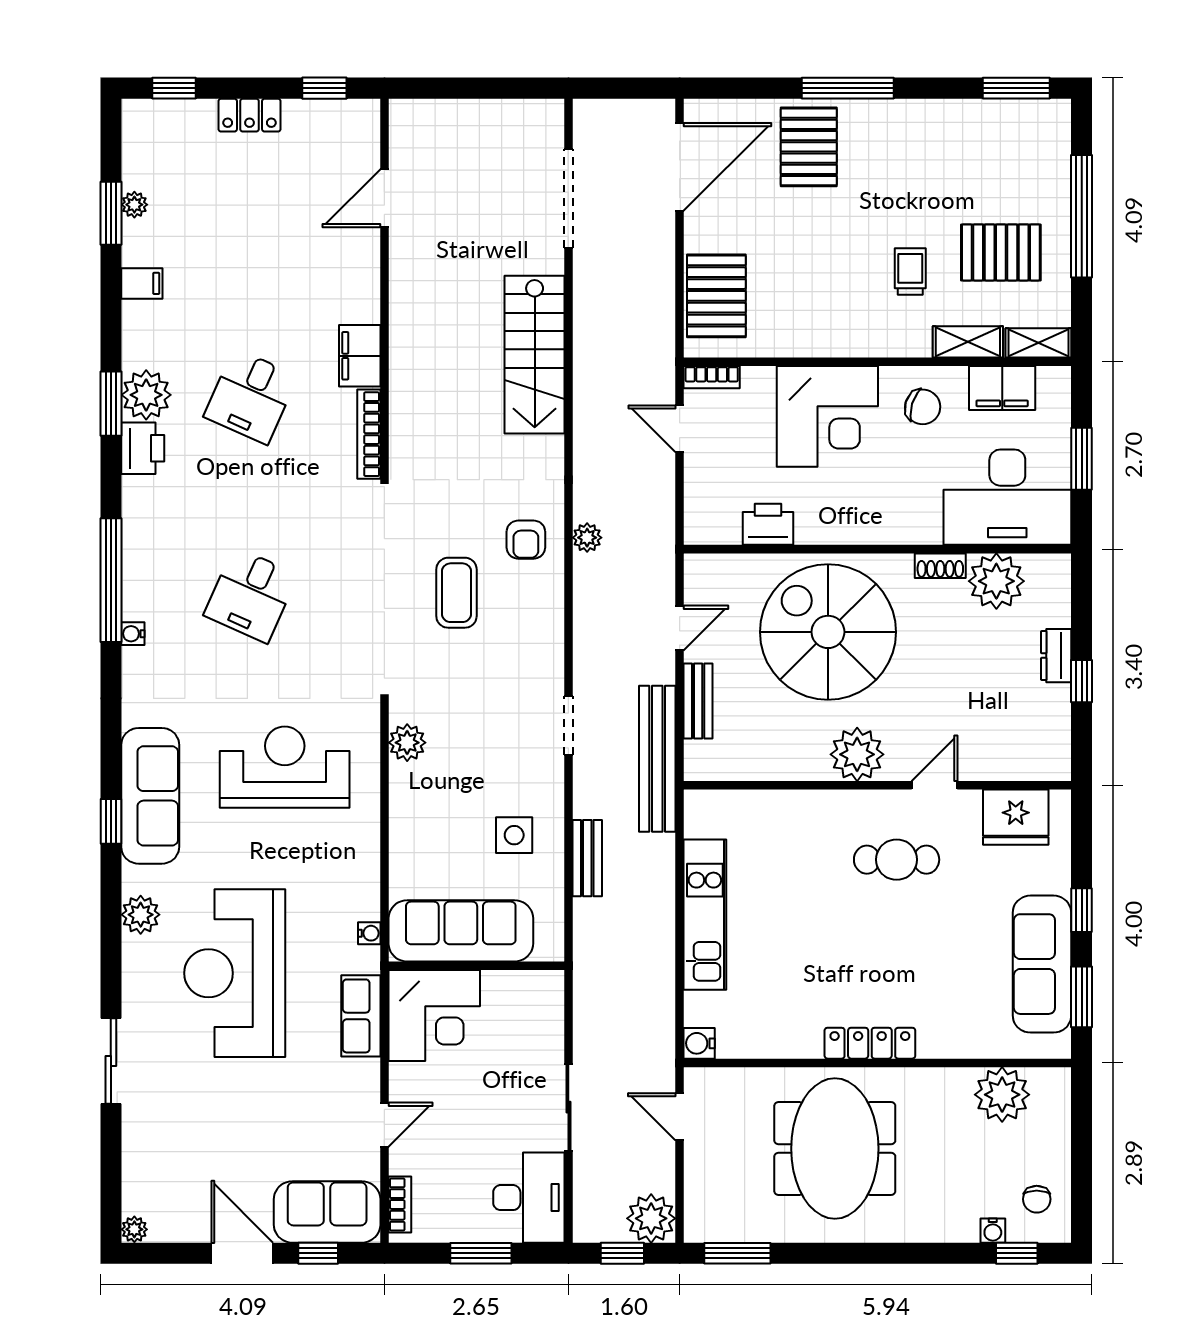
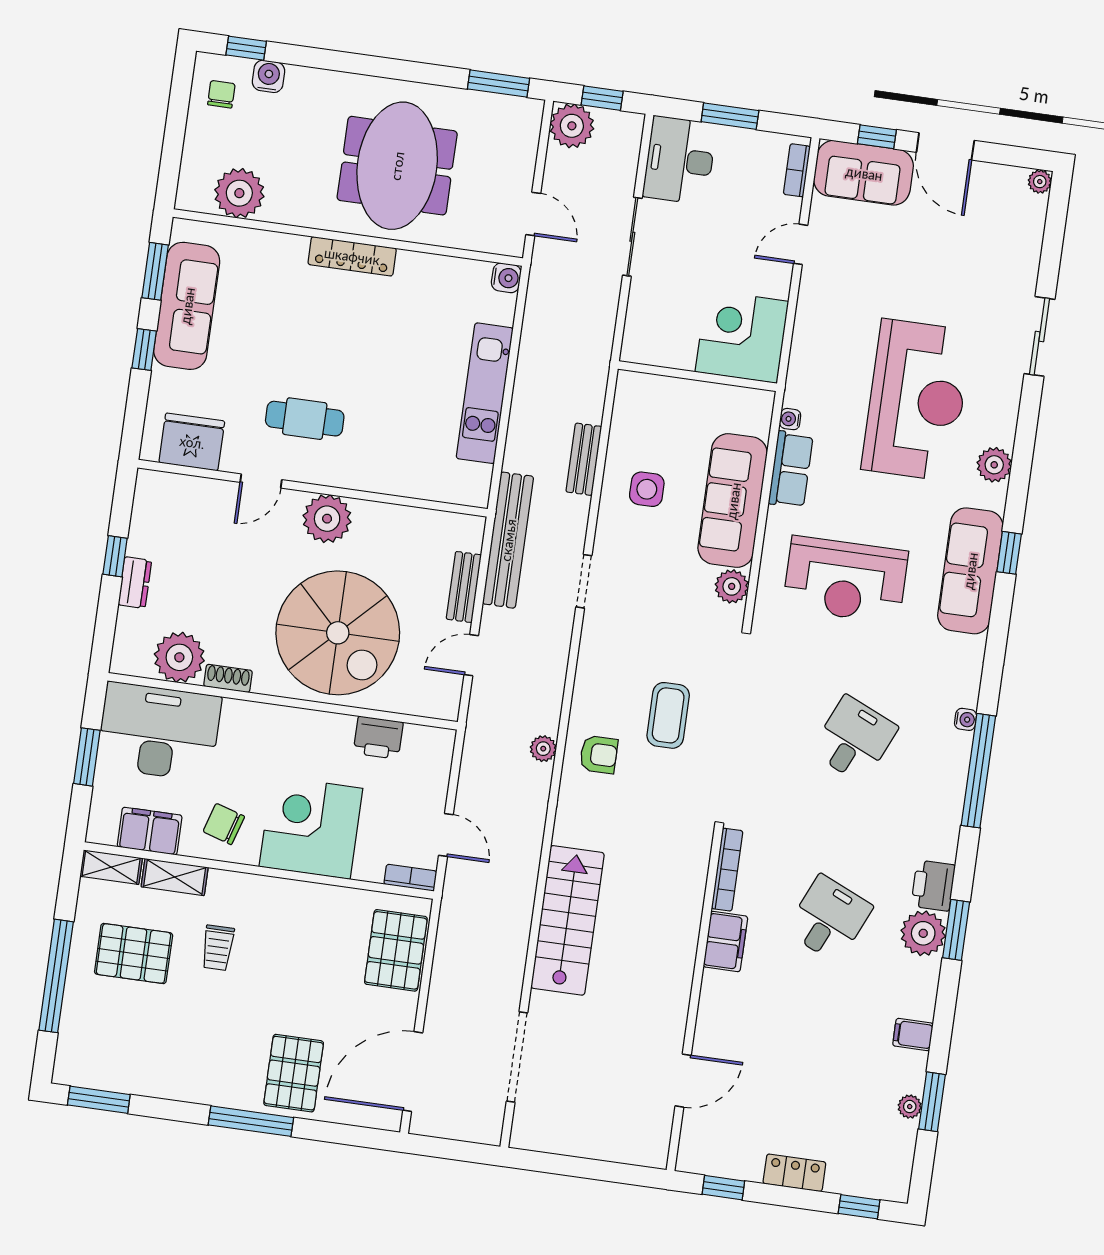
armchair: (526, 540) -> (599, 755), turned 90
sofa: (461, 931) -> (733, 501), moved, turned 90
row of seats: (361, 1016) -> (791, 469), moved
water cooler: (993, 1231) -> (269, 76), width x1.38, depth x1.38

